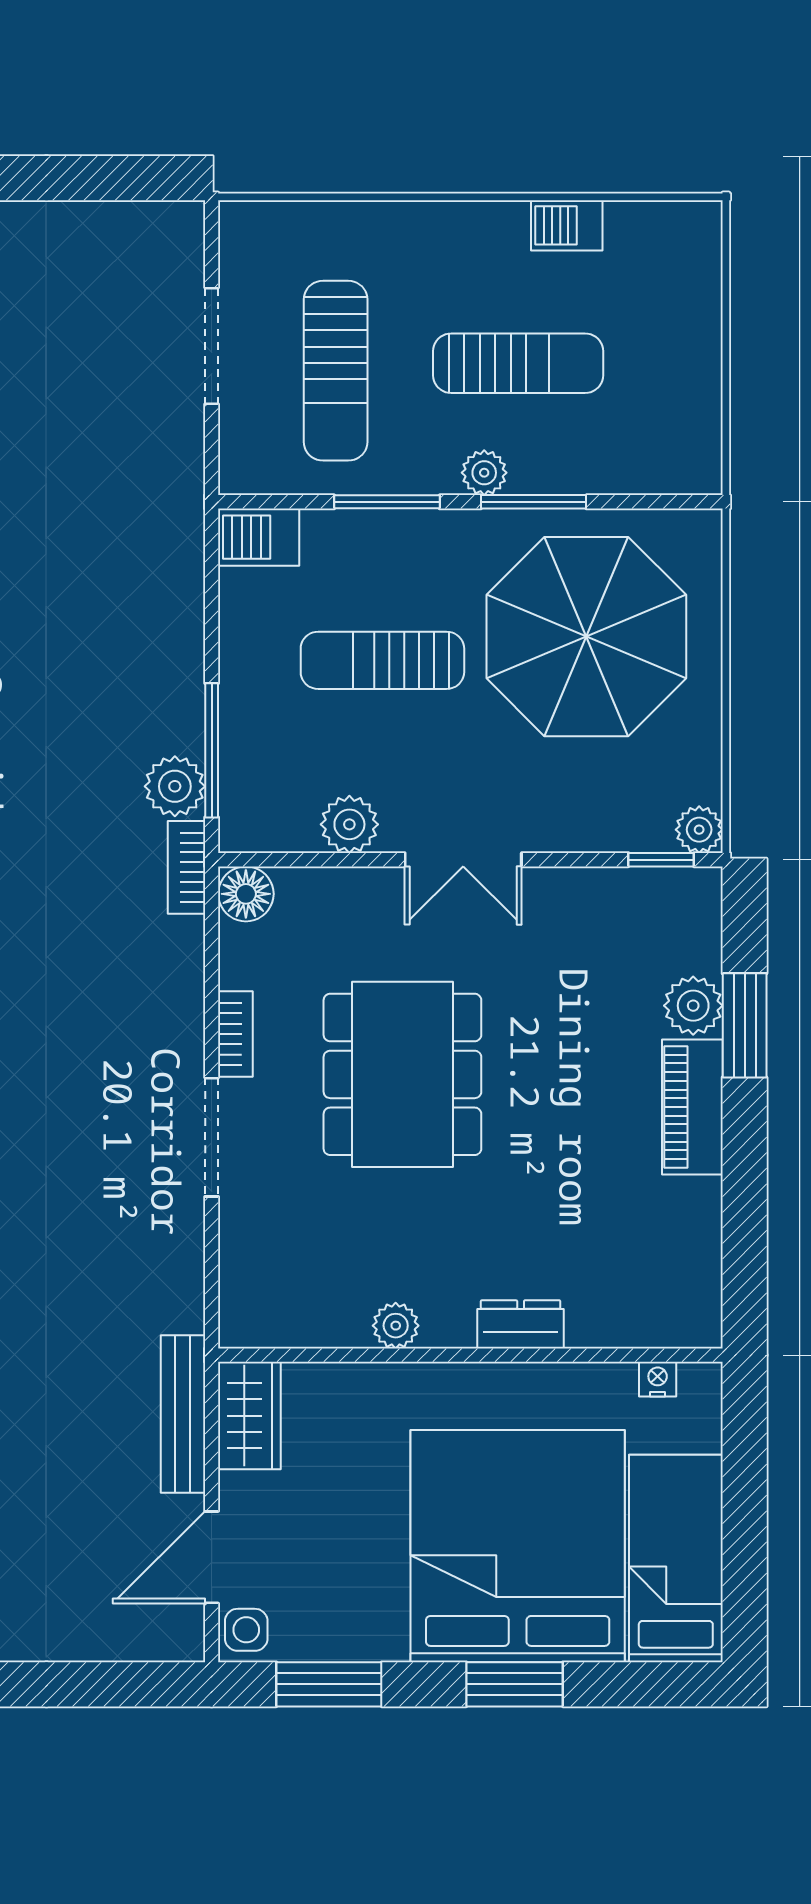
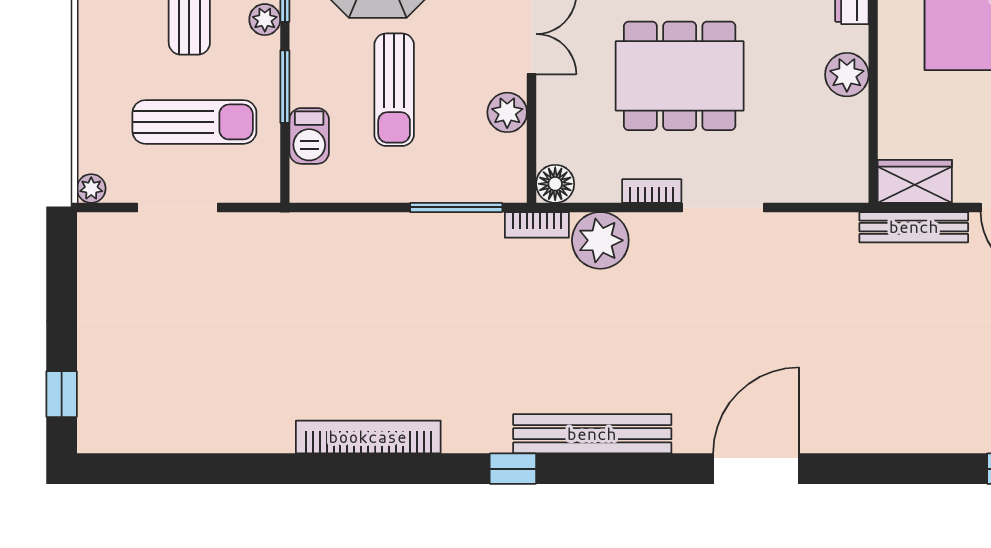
plant: (239, 221) -> (91, 188), added
barbecue: (259, 537) -> (309, 136), moved
plant: (175, 786) -> (600, 240), moved, width x1.36, depth x1.36
plant: (396, 1326) -> (847, 75), width x1.38, depth x1.38

